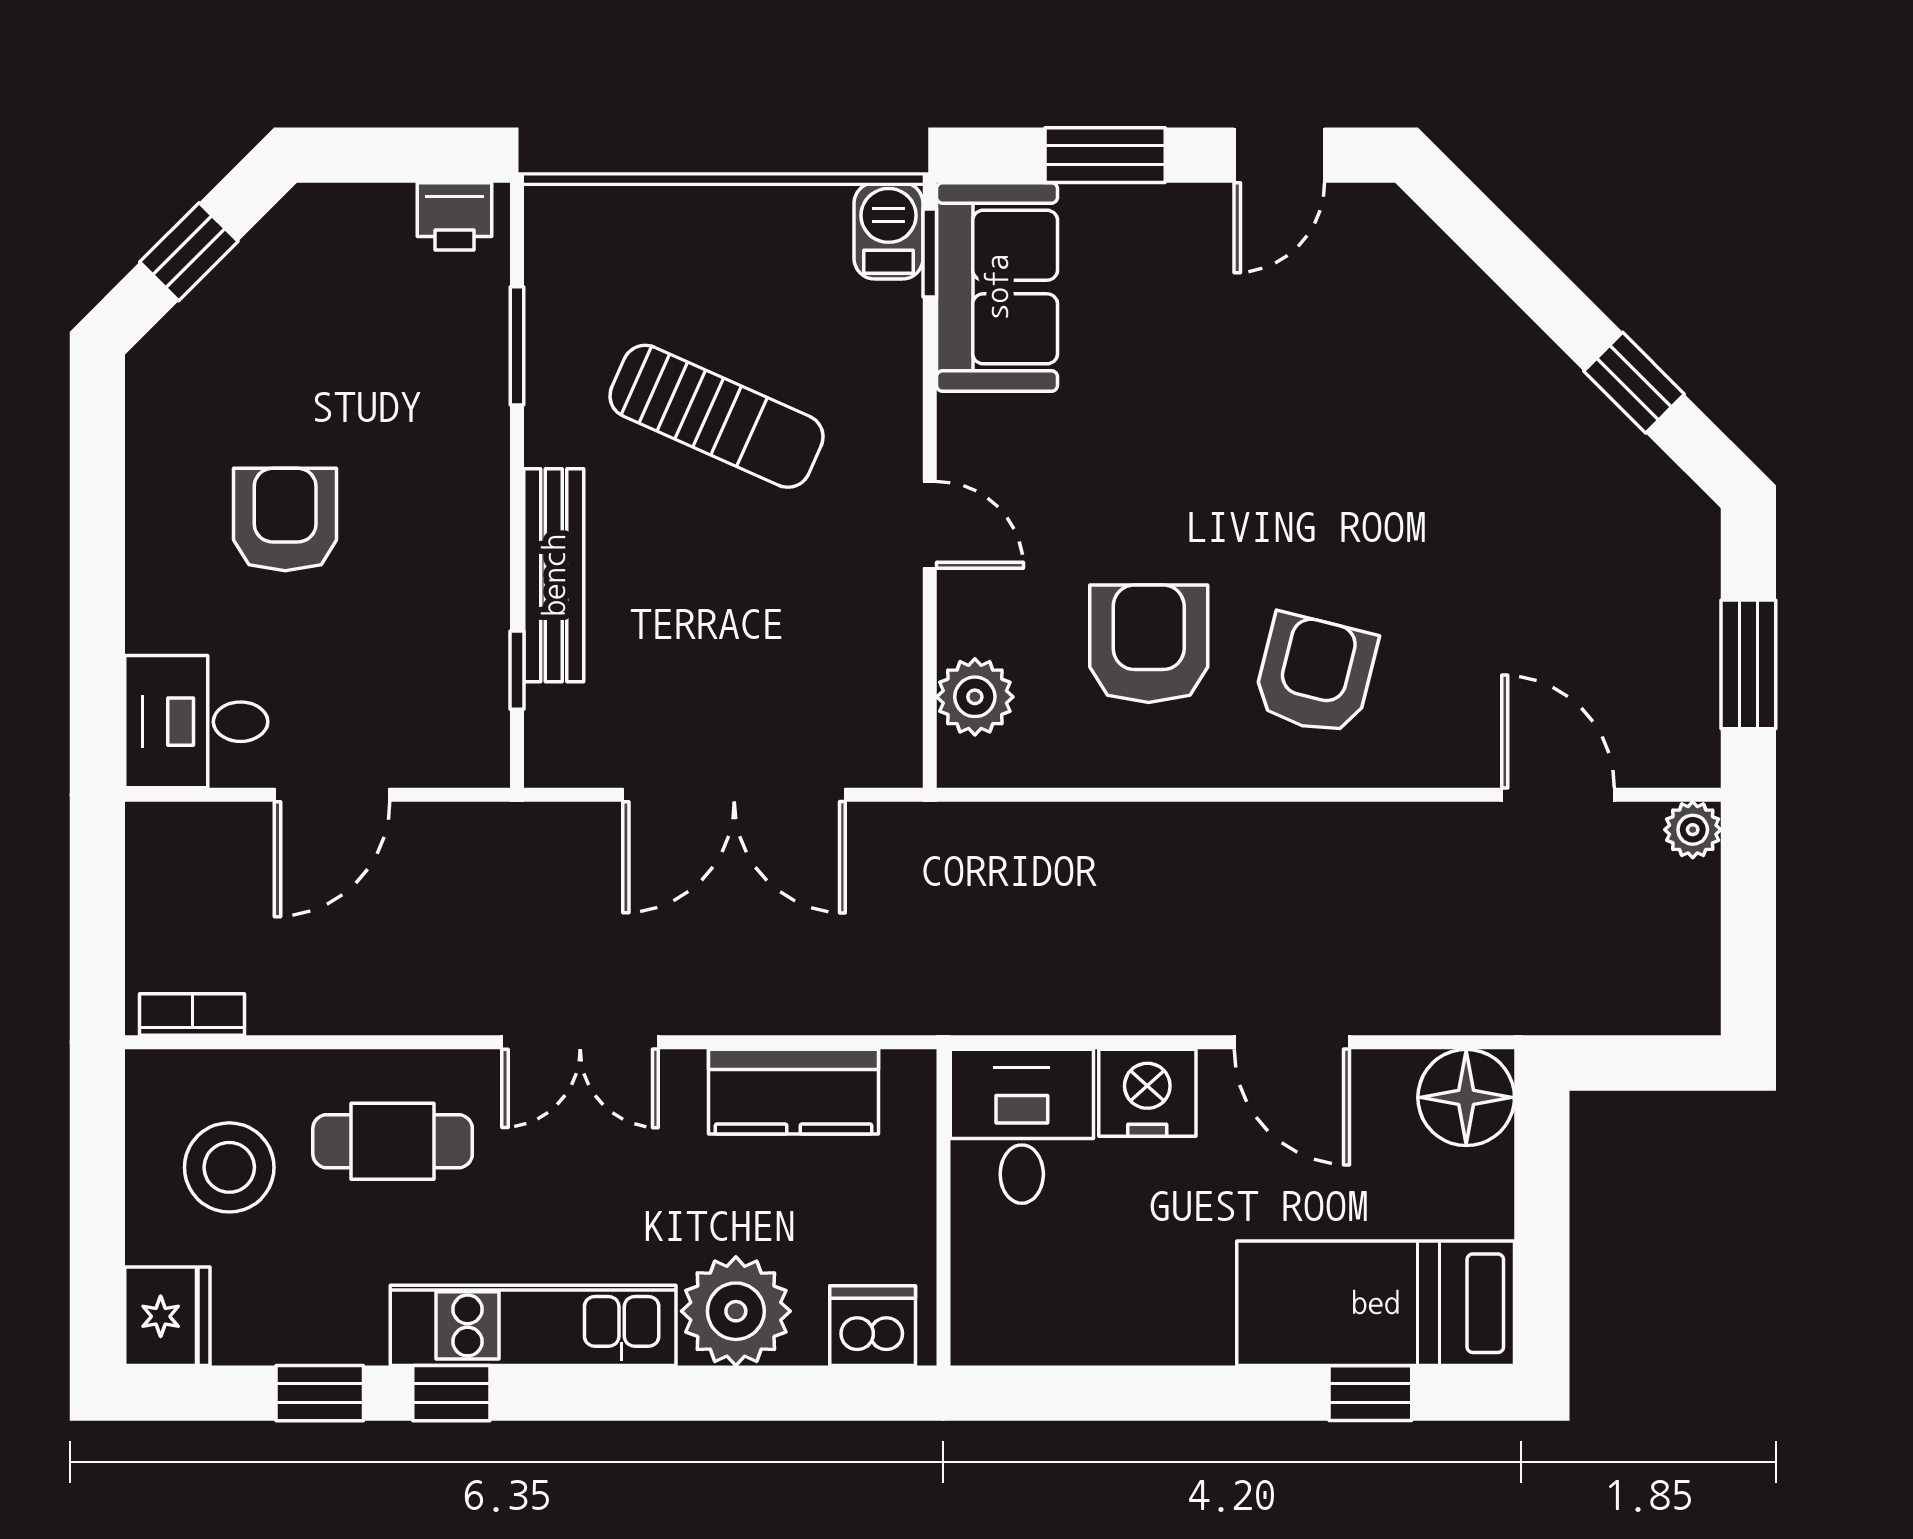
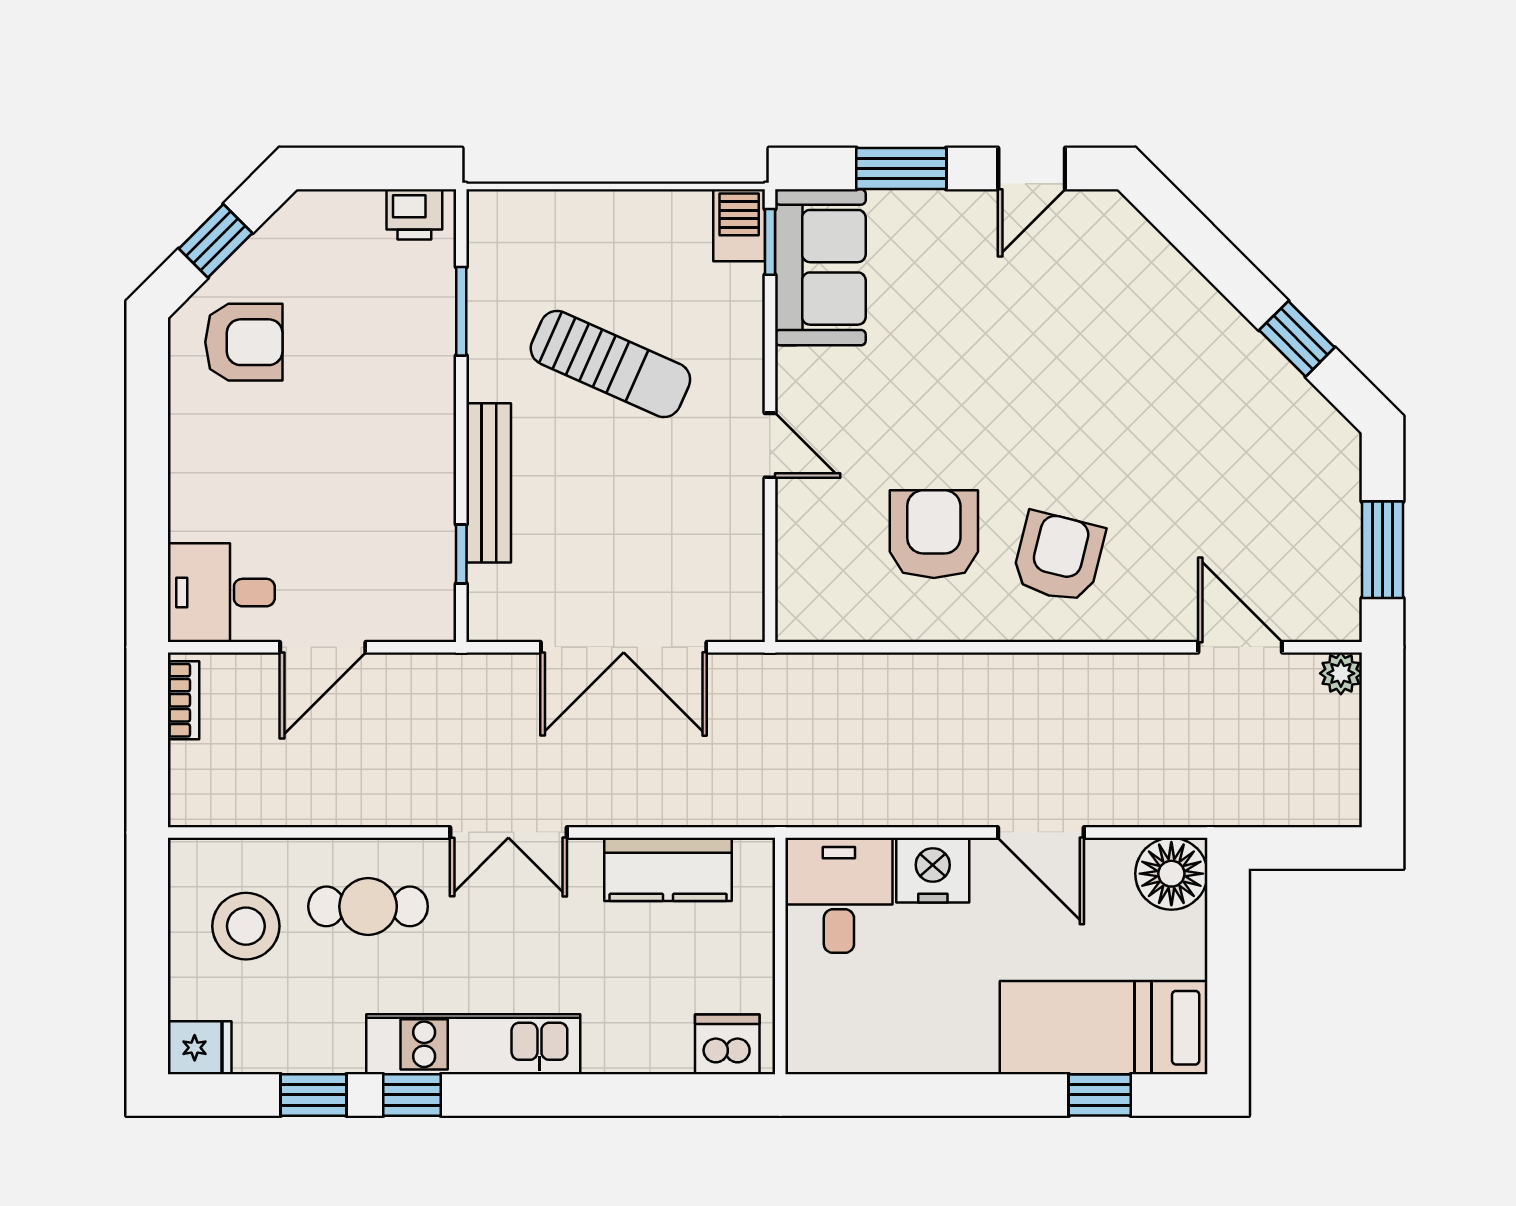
armchair: (285, 520) -> (244, 342), moved, turned 90
plant: (975, 697) -> (804, 574), removed
bookcase: (192, 1015) -> (183, 700), moved, turned 90
plant: (736, 1311) -> (625, 1034), removed
fridge: (167, 1316) -> (200, 1048), width x0.72

